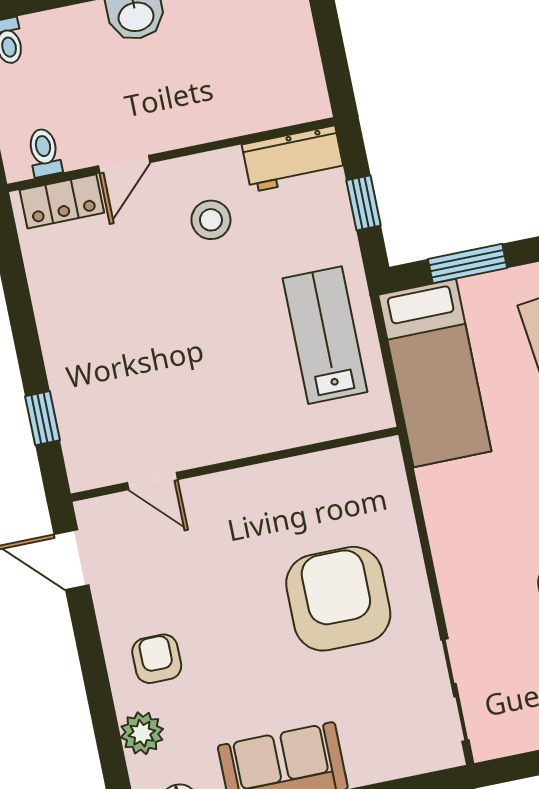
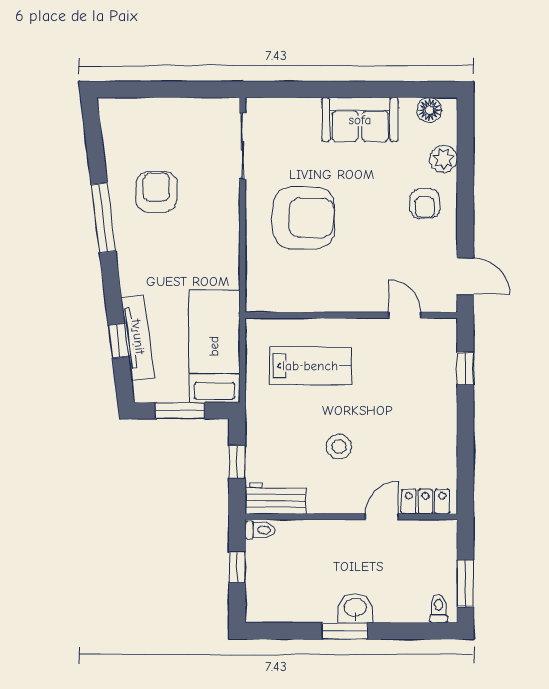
window: (330, 41) -> (237, 567), added
toilet: (44, 152) -> (260, 530), moved, turned -90
stool: (211, 220) -> (339, 447), moved
lab bench: (325, 335) -> (310, 366), moved, turned -90
armchair: (338, 599) -> (304, 218), turned -90

